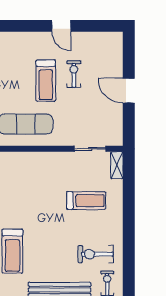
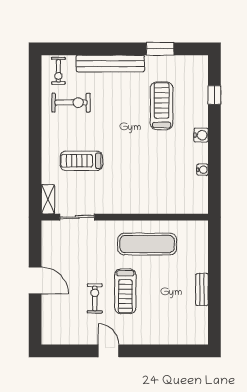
exercise bike: (74, 74) -> (95, 298), turned 180
treadmill: (46, 81) -> (125, 291), turned 180

